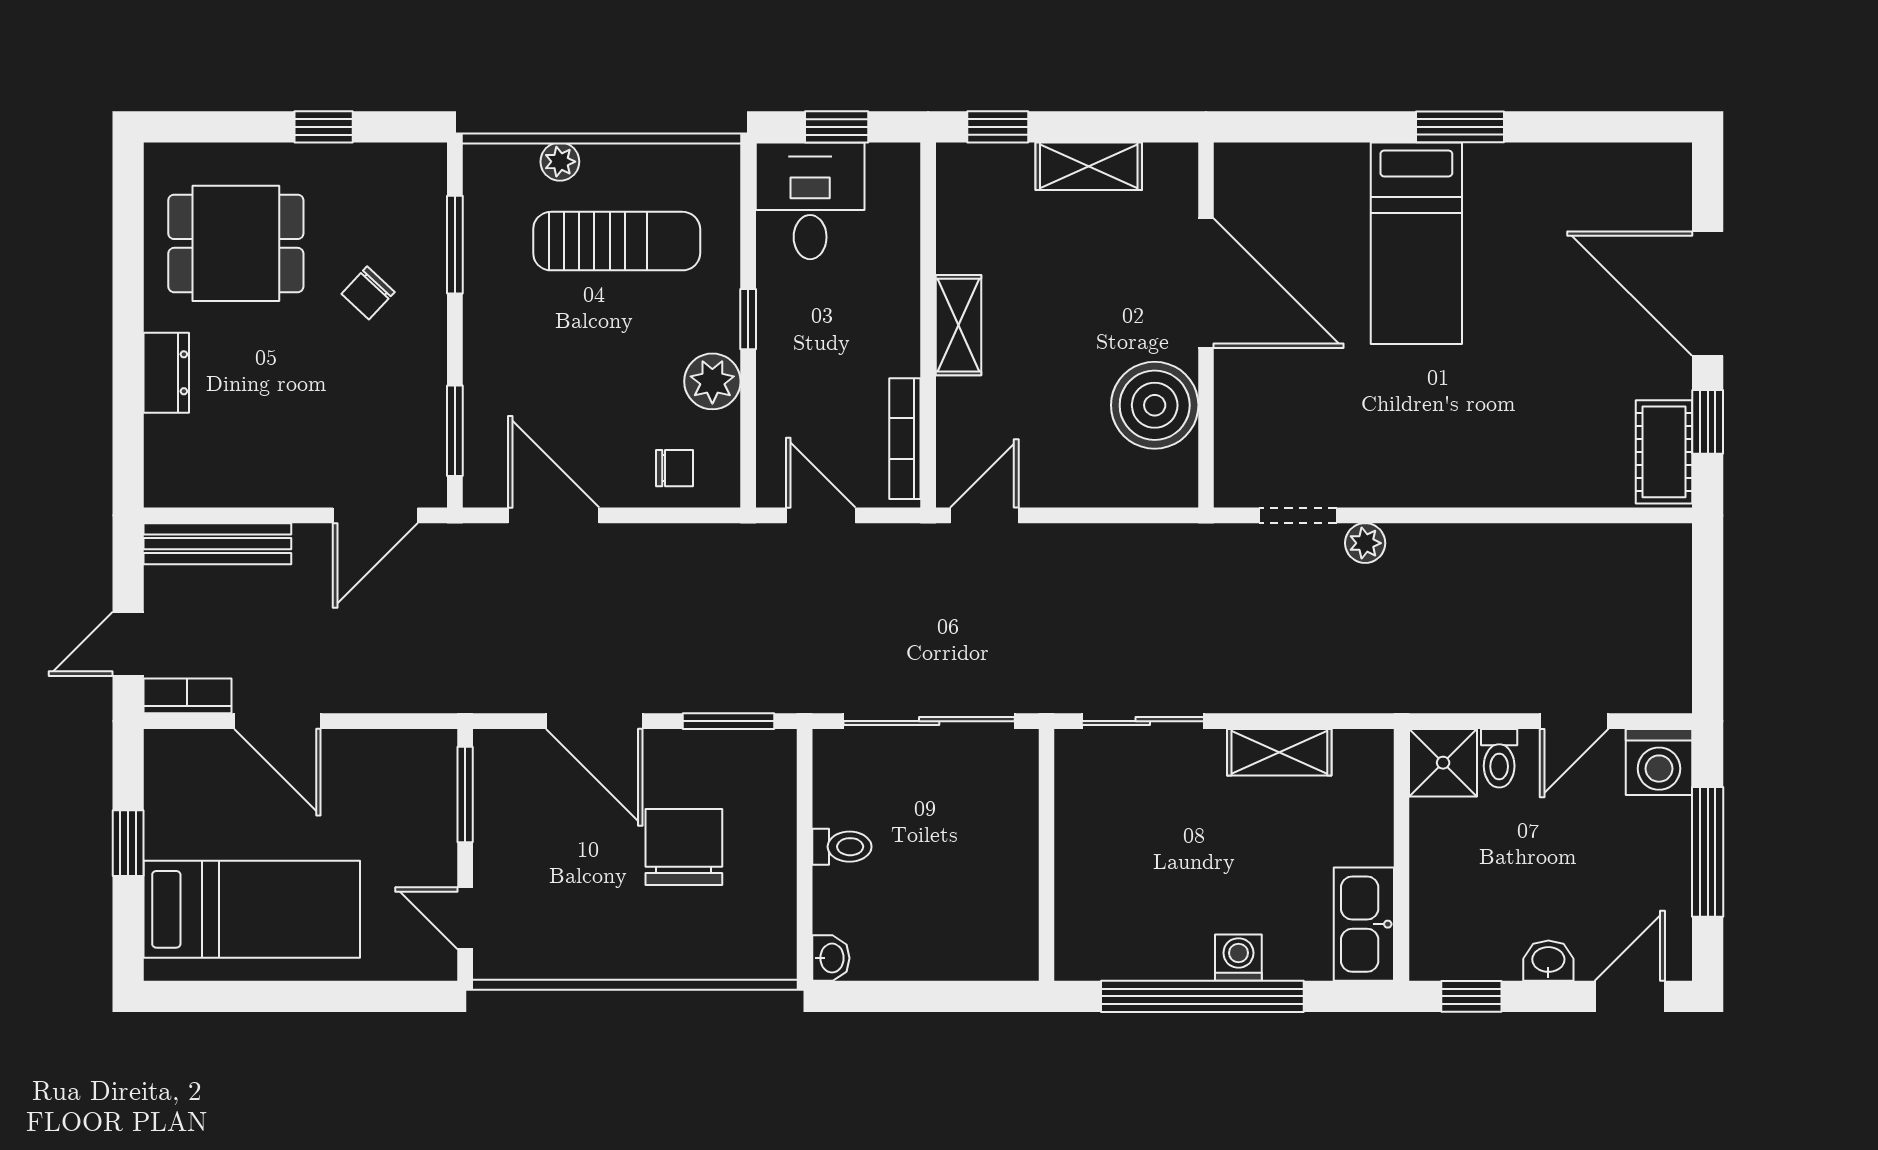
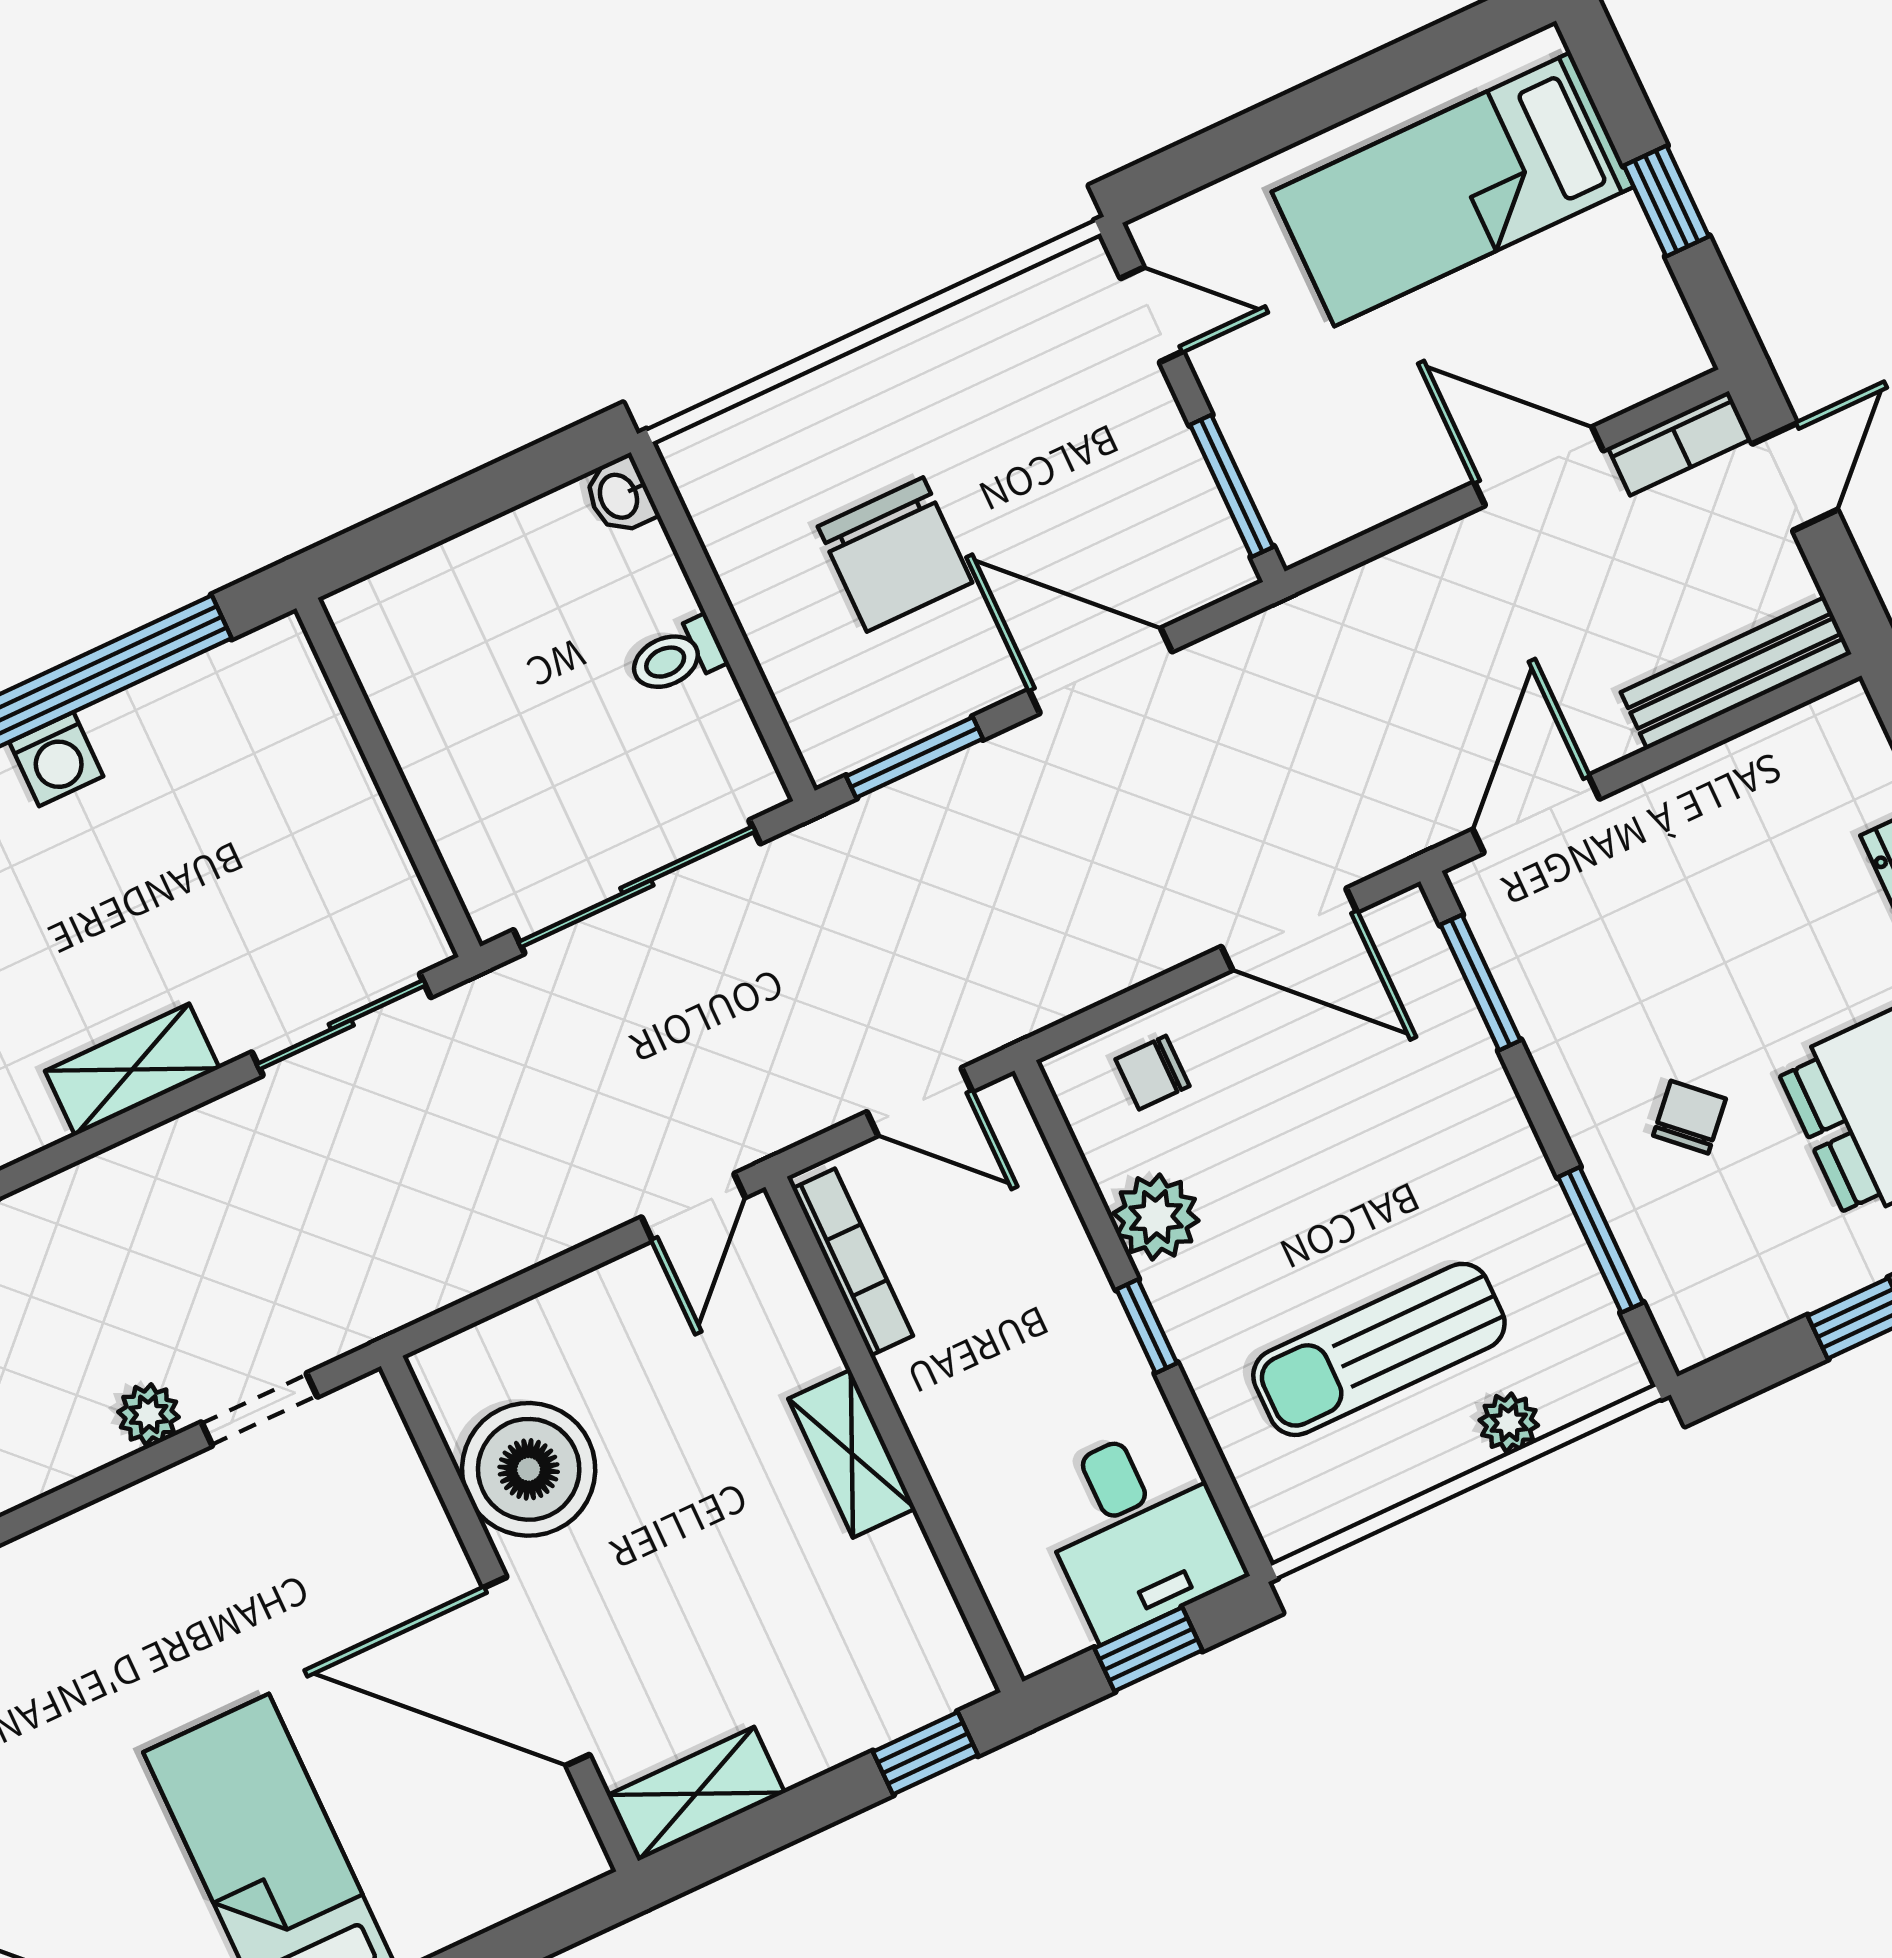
shelving: (1089, 166) -> (696, 1794), moved

